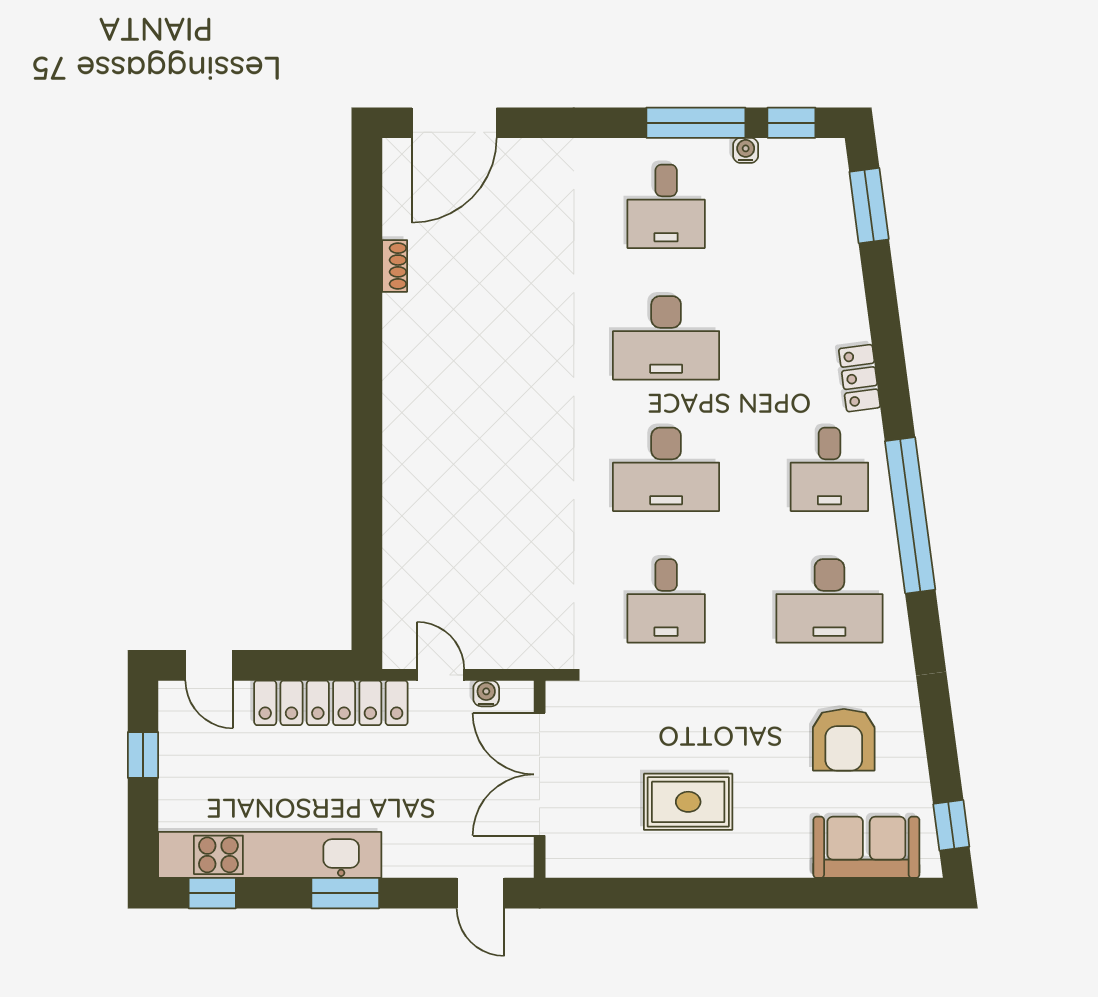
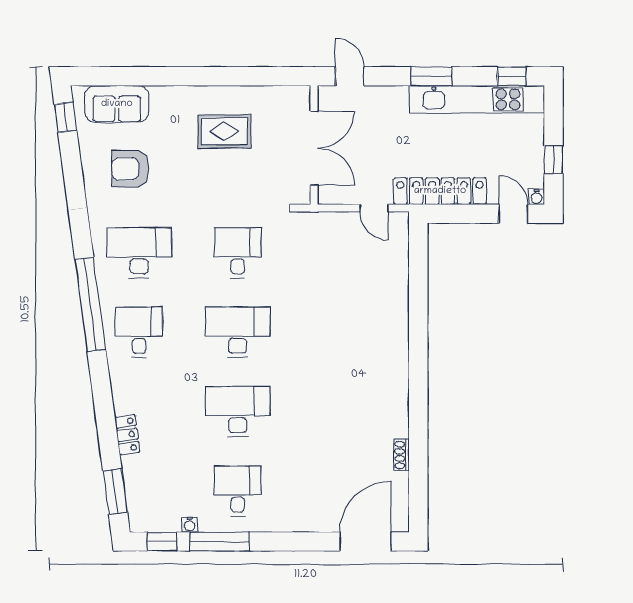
locker: (859, 378) -> (127, 435), moved
water cooler: (486, 693) -> (537, 197), moved
armchair: (844, 740) -> (130, 169), turned -90

